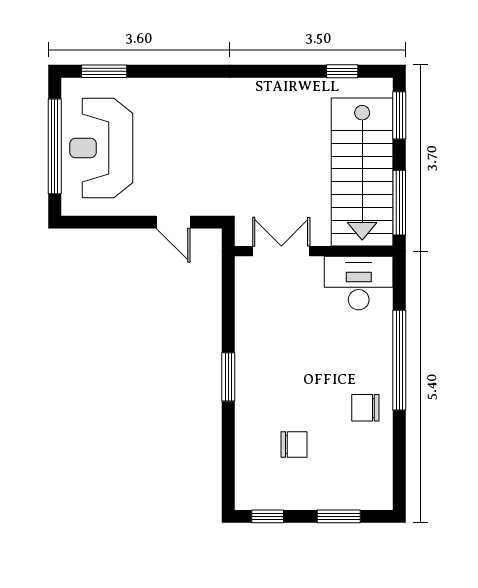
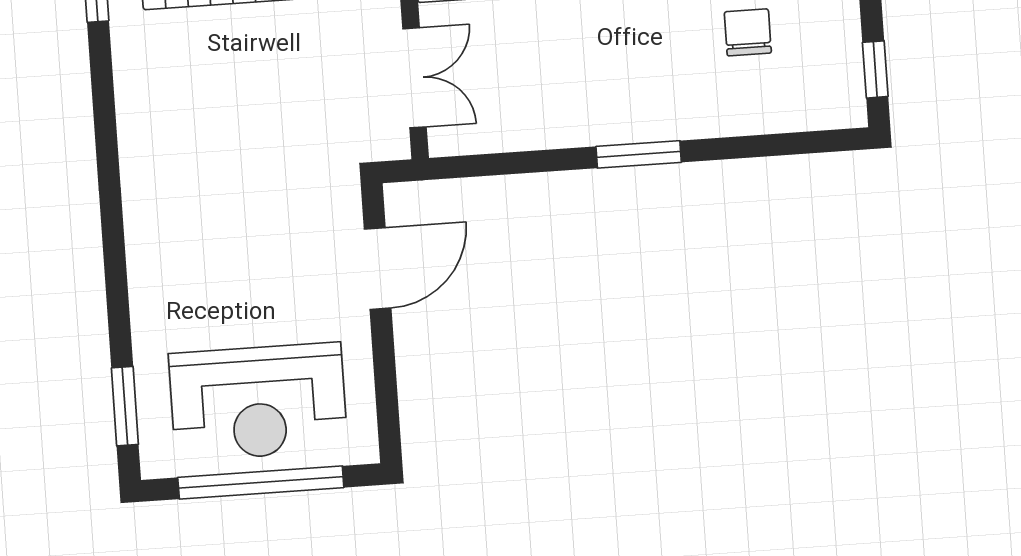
door: (173, 222) -> (378, 269), width x1.38
double door: (281, 251) -> (415, 78), swing flipped

